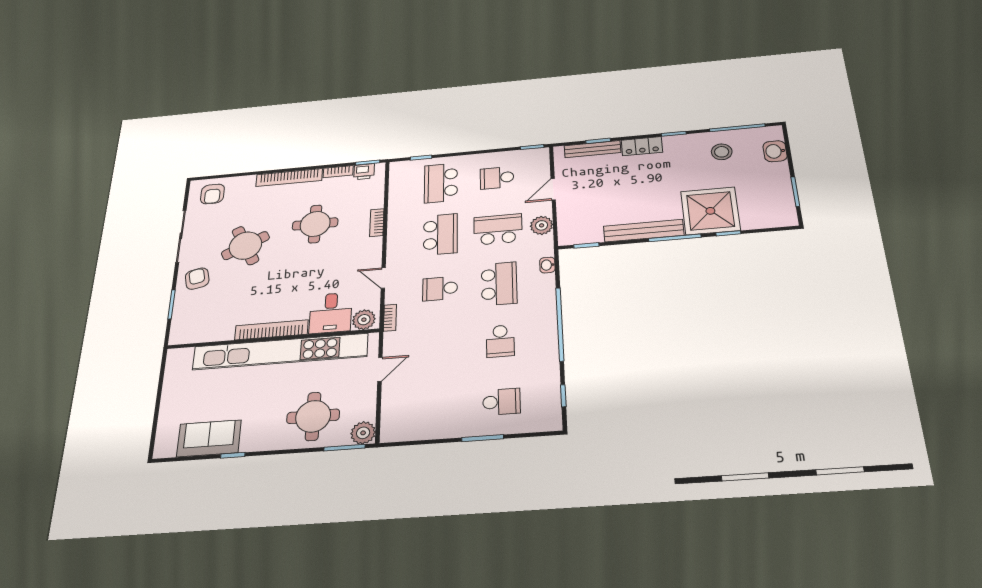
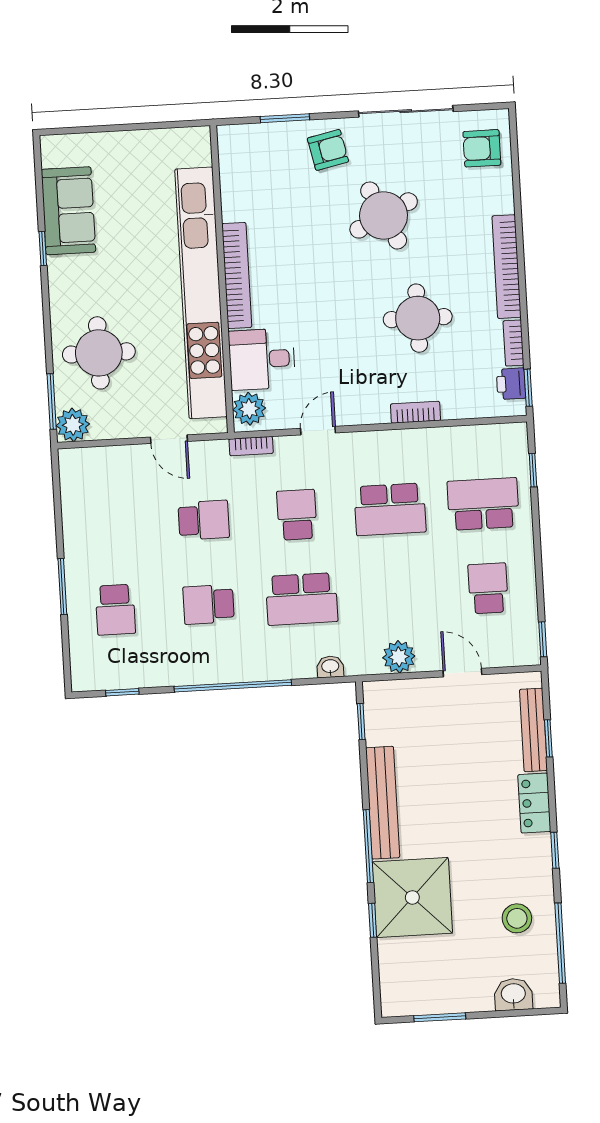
school desk: (498, 229) -> (204, 520), moved, width x0.54

